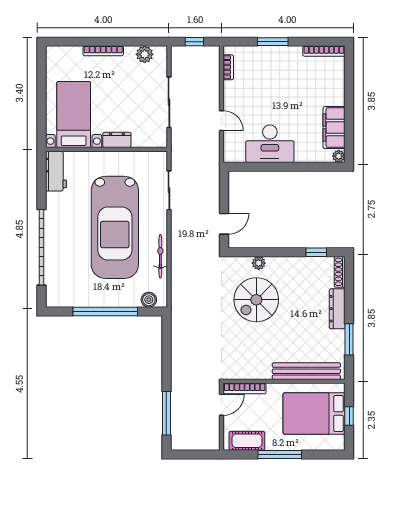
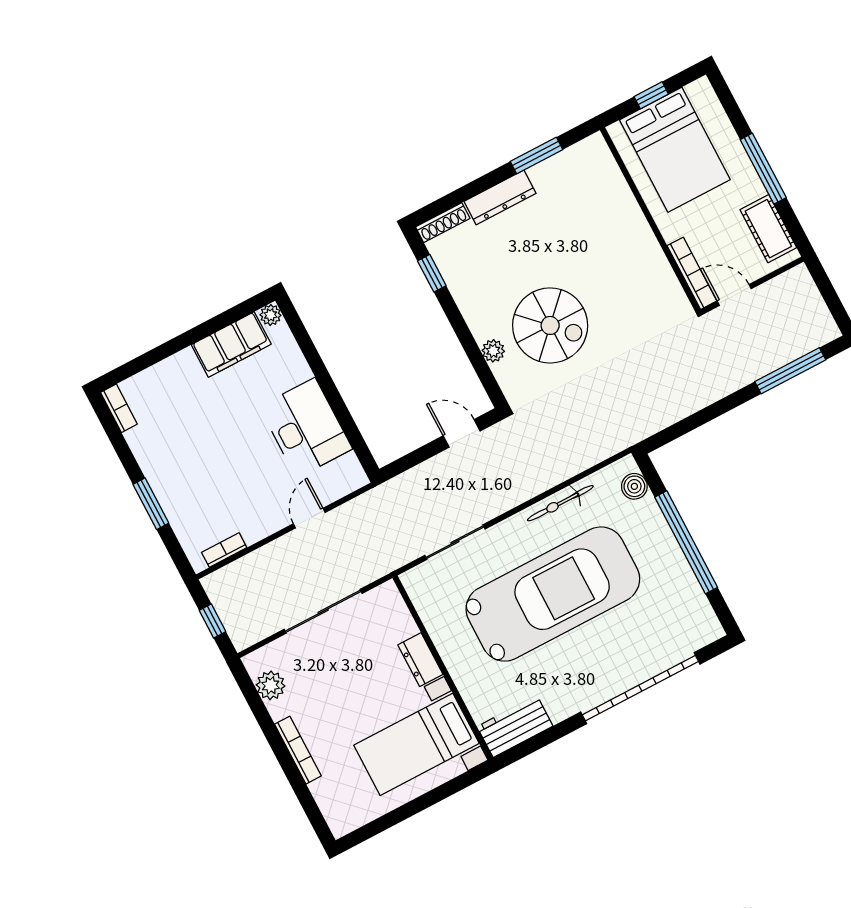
bookcase: (324, 51) -> (119, 408), width x0.64
bench: (306, 371) -> (618, 195), removed

